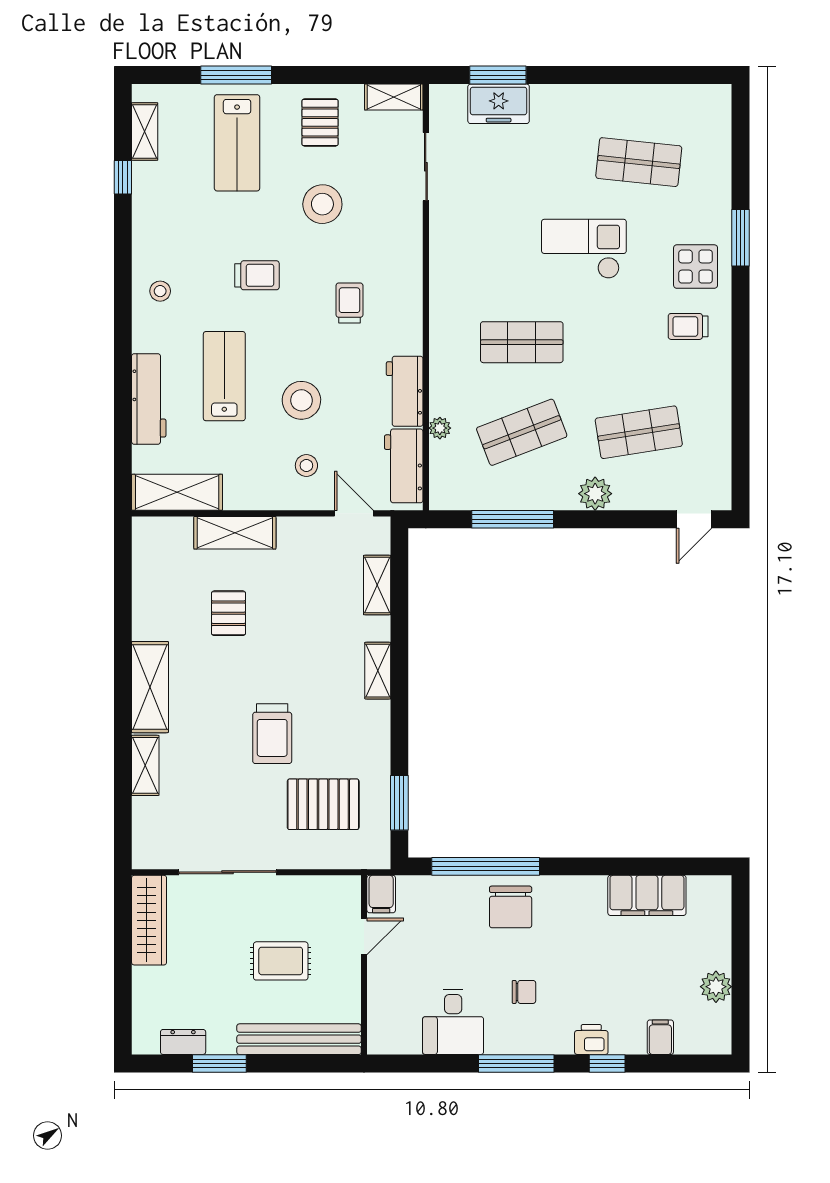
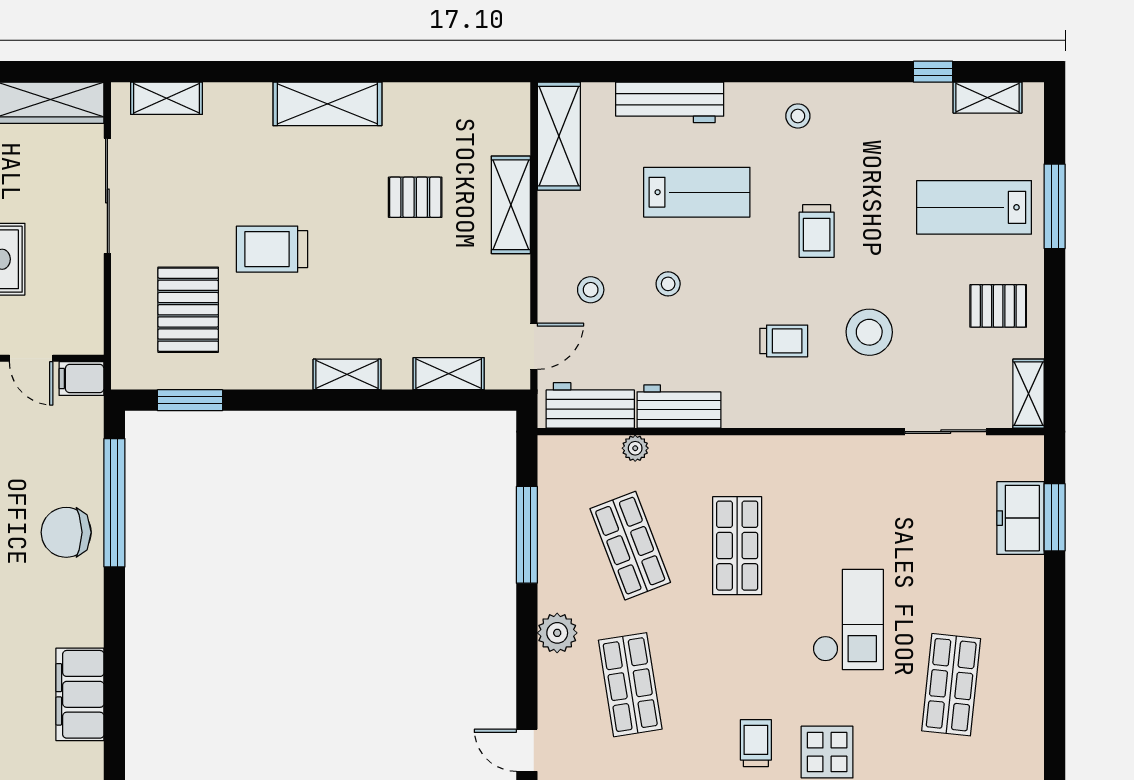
stool: (322, 204) -> (869, 332), moved
stool: (301, 400) -> (668, 284), width x0.53, depth x0.53
shelving: (145, 765) -> (167, 98), moved

